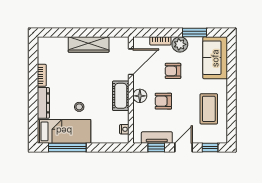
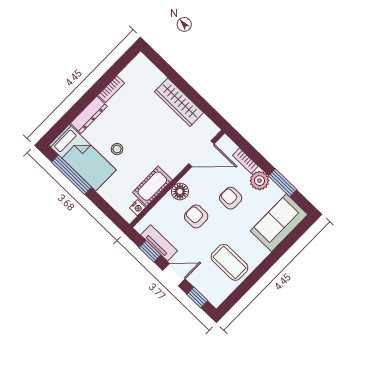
cot: (121, 96) -> (152, 186), moved
coffee table: (209, 109) -> (230, 262), turned 90

